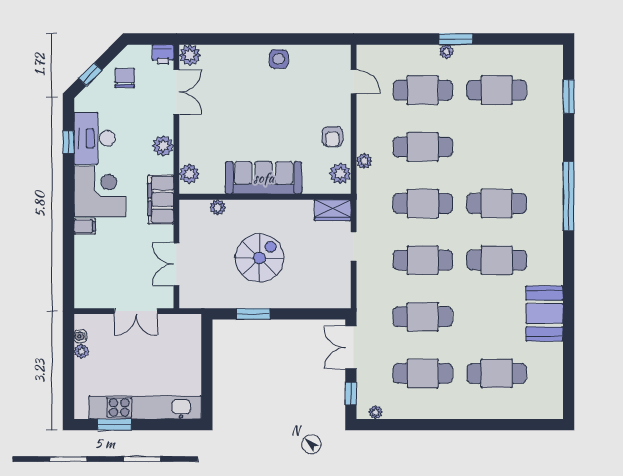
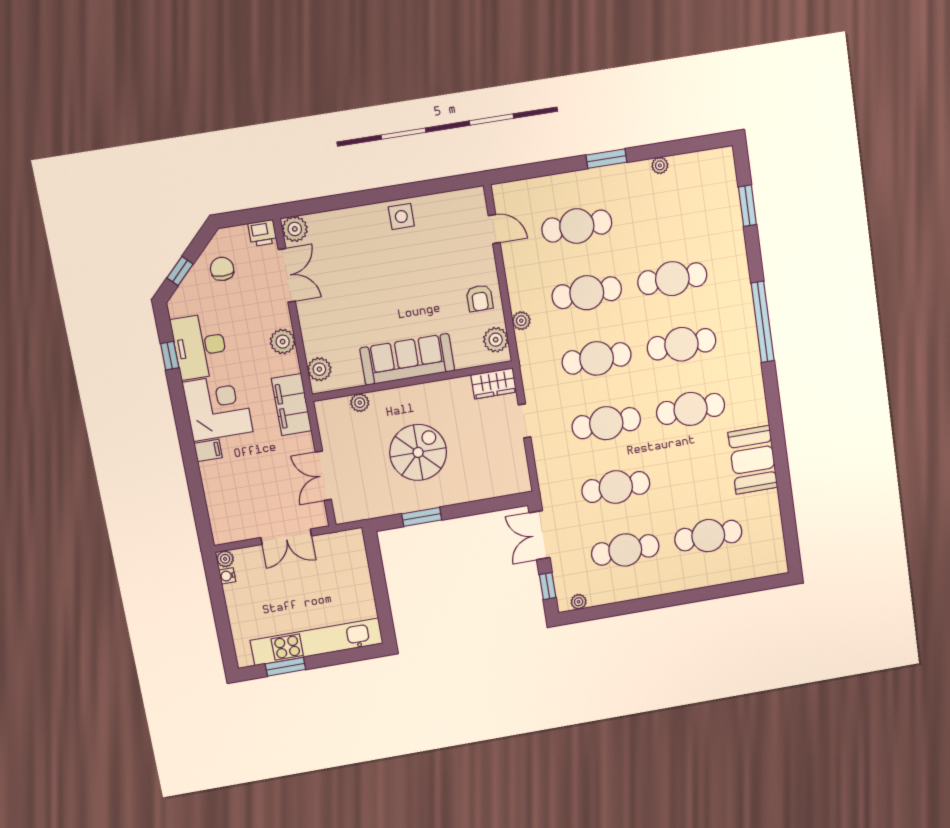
plant: (446, 51) -> (660, 165), moved
cafe table: (497, 90) -> (672, 279), moved
plant: (81, 351) -> (225, 559), moved

